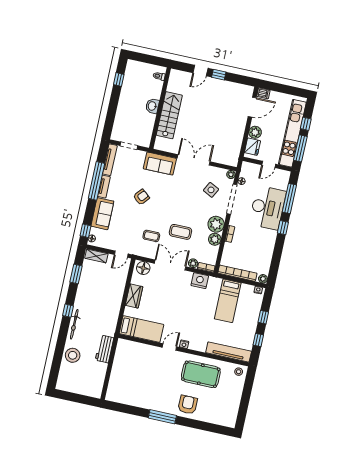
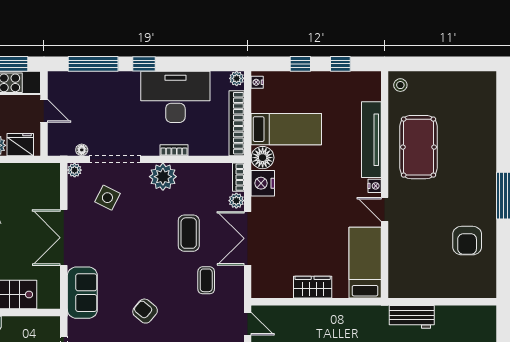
desk: (268, 208) -> (175, 97), moved
plant: (215, 239) -> (188, 173), removed
floor lamp: (143, 268) -> (263, 158), moved
tv unit: (229, 352) -> (371, 140), moved
armchair: (188, 405) -> (467, 241), moved, turned -90

